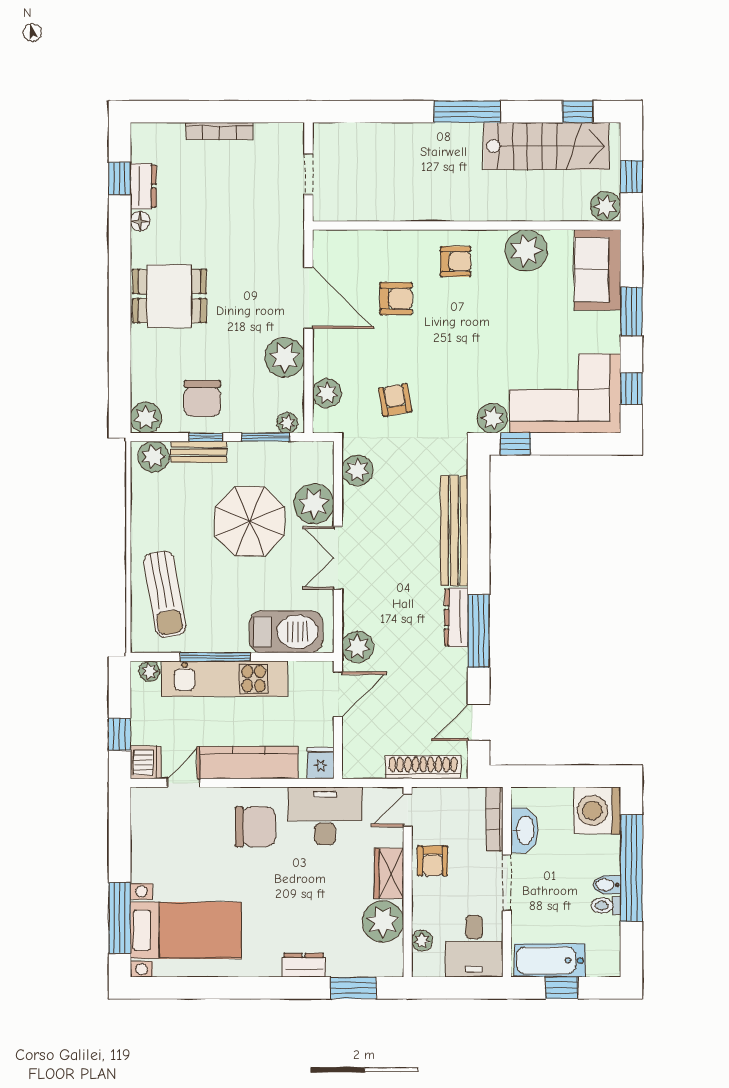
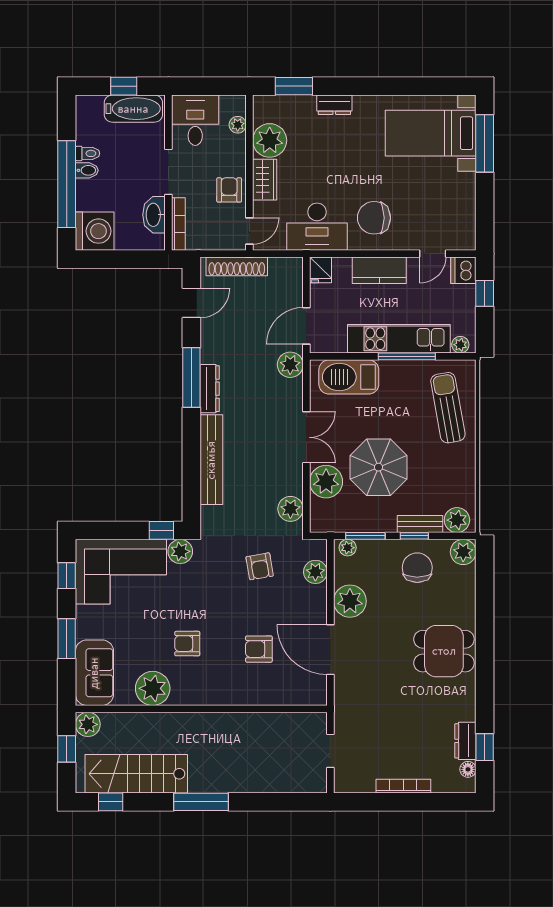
floor lamp: (140, 221) -> (468, 769), moved
armchair: (456, 262) -> (187, 644), moved
kitchen counter: (249, 762) -> (379, 270), width x0.67

